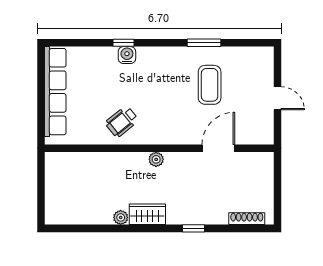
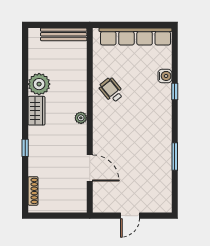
water cooler: (127, 55) -> (165, 76), moved
coffee table: (210, 85) -> (141, 161), removed
bench: (53, 181) -> (64, 34), added
plant: (121, 217) -> (39, 84), width x1.88, depth x1.88

